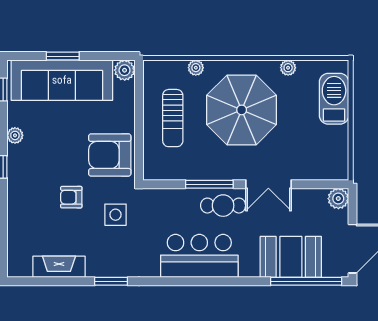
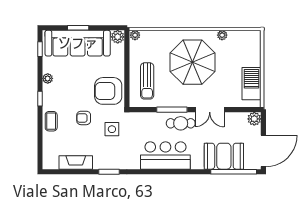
plant: (196, 68) -> (135, 35), moved
barbecue: (334, 99) -> (252, 84), moved
sun lounger: (173, 118) -> (147, 81), moved
coffee table: (20, 202) -> (51, 121), added

